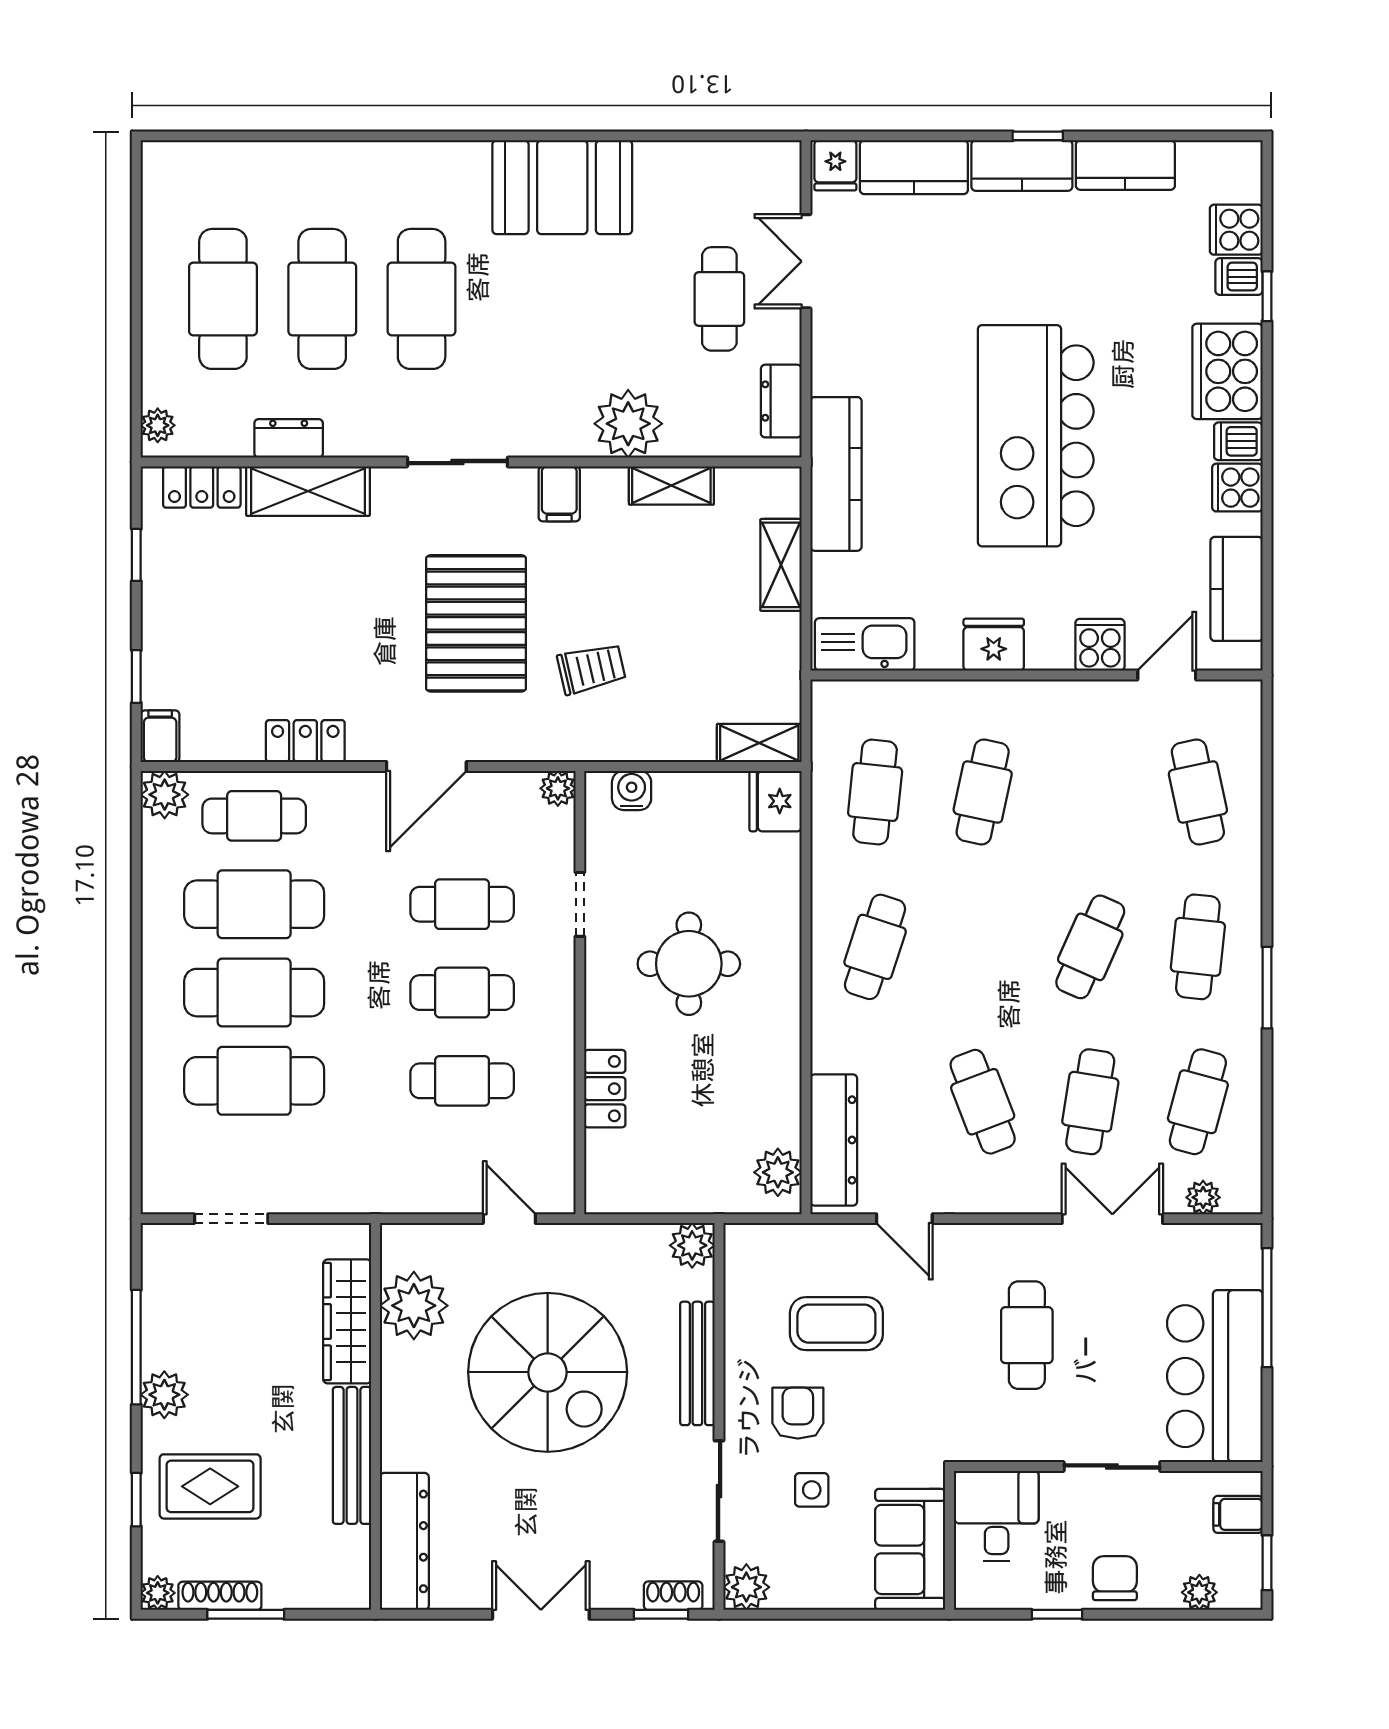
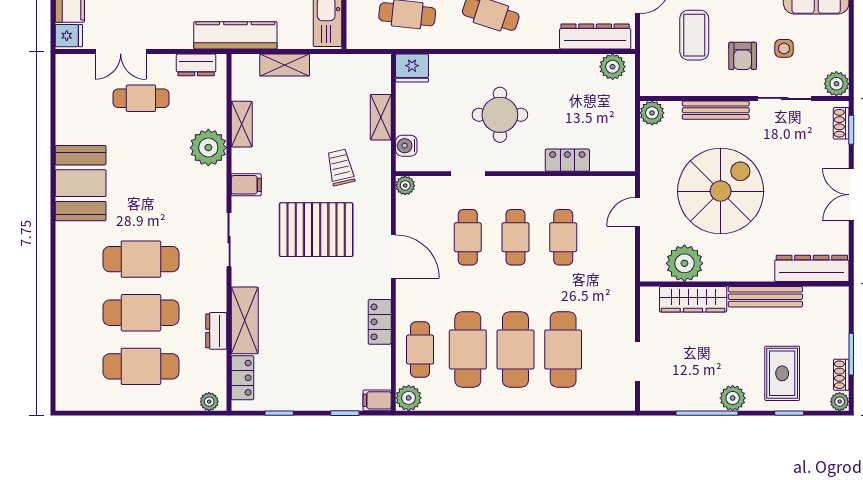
shelving: (759, 743) -> (381, 117), moved
armchair: (798, 1413) -> (743, 56), turned -90
shoe rack: (220, 1596) -> (841, 375), width x0.70

